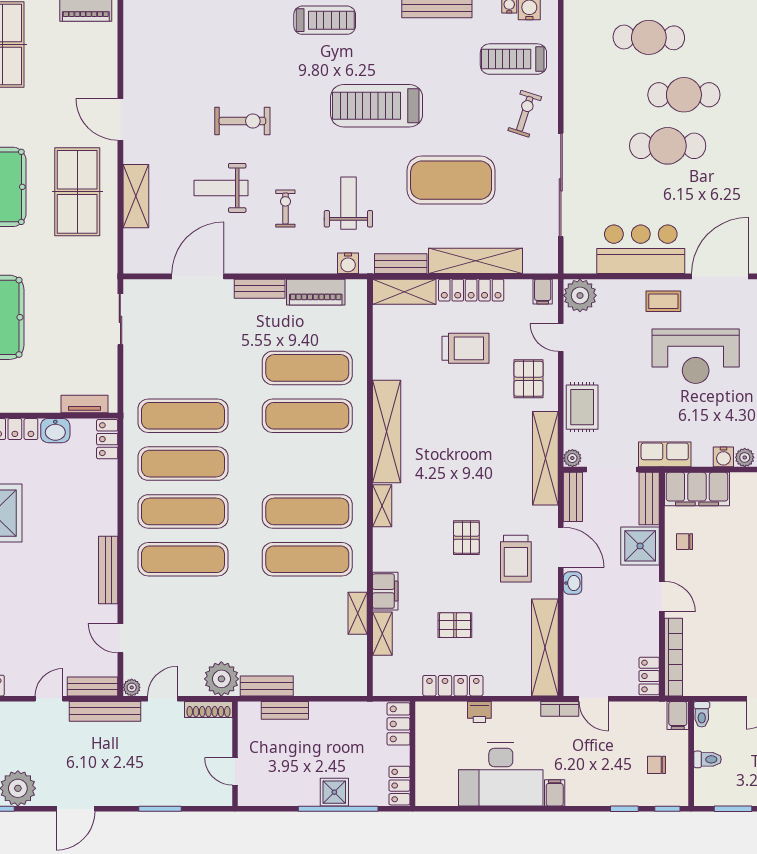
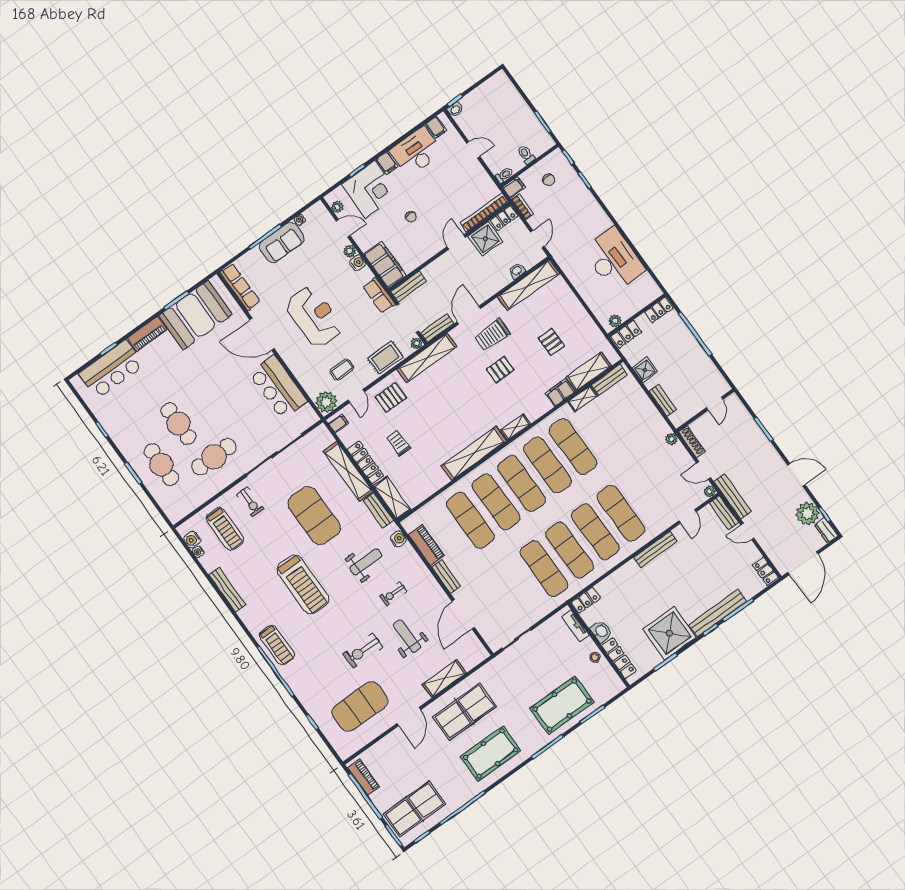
treadmill: (325, 20) -> (277, 645), turned 180
exercise mat: (176, 68) -> (360, 707), added
exercise bike: (525, 114) -> (250, 502), turned -108
exercise bike: (242, 121) -> (363, 650), turned -90
cafe table: (668, 146) -> (214, 457), moved, turned 90
weight bench: (221, 188) -> (407, 636), turned 180
weight bench: (348, 203) -> (366, 562), turned 180
door: (198, 276) -> (463, 614), hinge flipped
coffee table: (663, 301) -> (342, 370), moved, turned 90
trolley: (466, 348) -> (399, 443), width x0.73, depth x0.72
stool: (29, 400) -> (595, 657), added
exercise mat: (307, 464) -> (522, 483), added
chair: (684, 542) -> (411, 217), moved
shower: (640, 546) -> (485, 239), moved
trolley: (516, 559) -> (492, 335), turned 180
washbasin: (573, 583) -> (517, 271), moved
shelving: (382, 634) -> (589, 372), width x1.50, depth x1.33
plant: (221, 679) -> (671, 439), width x0.53, depth x0.53
bench: (267, 686) -> (609, 380), moved, turned 90
locker: (453, 686) -> (585, 320), removed
bookcase: (560, 709) -> (522, 207), moved
printer: (479, 712) -> (589, 295), removed
plant: (425, 722) -> (615, 321), added
shower: (334, 792) -> (645, 370), moved
filing cabinet: (555, 793) -> (603, 224), removed

